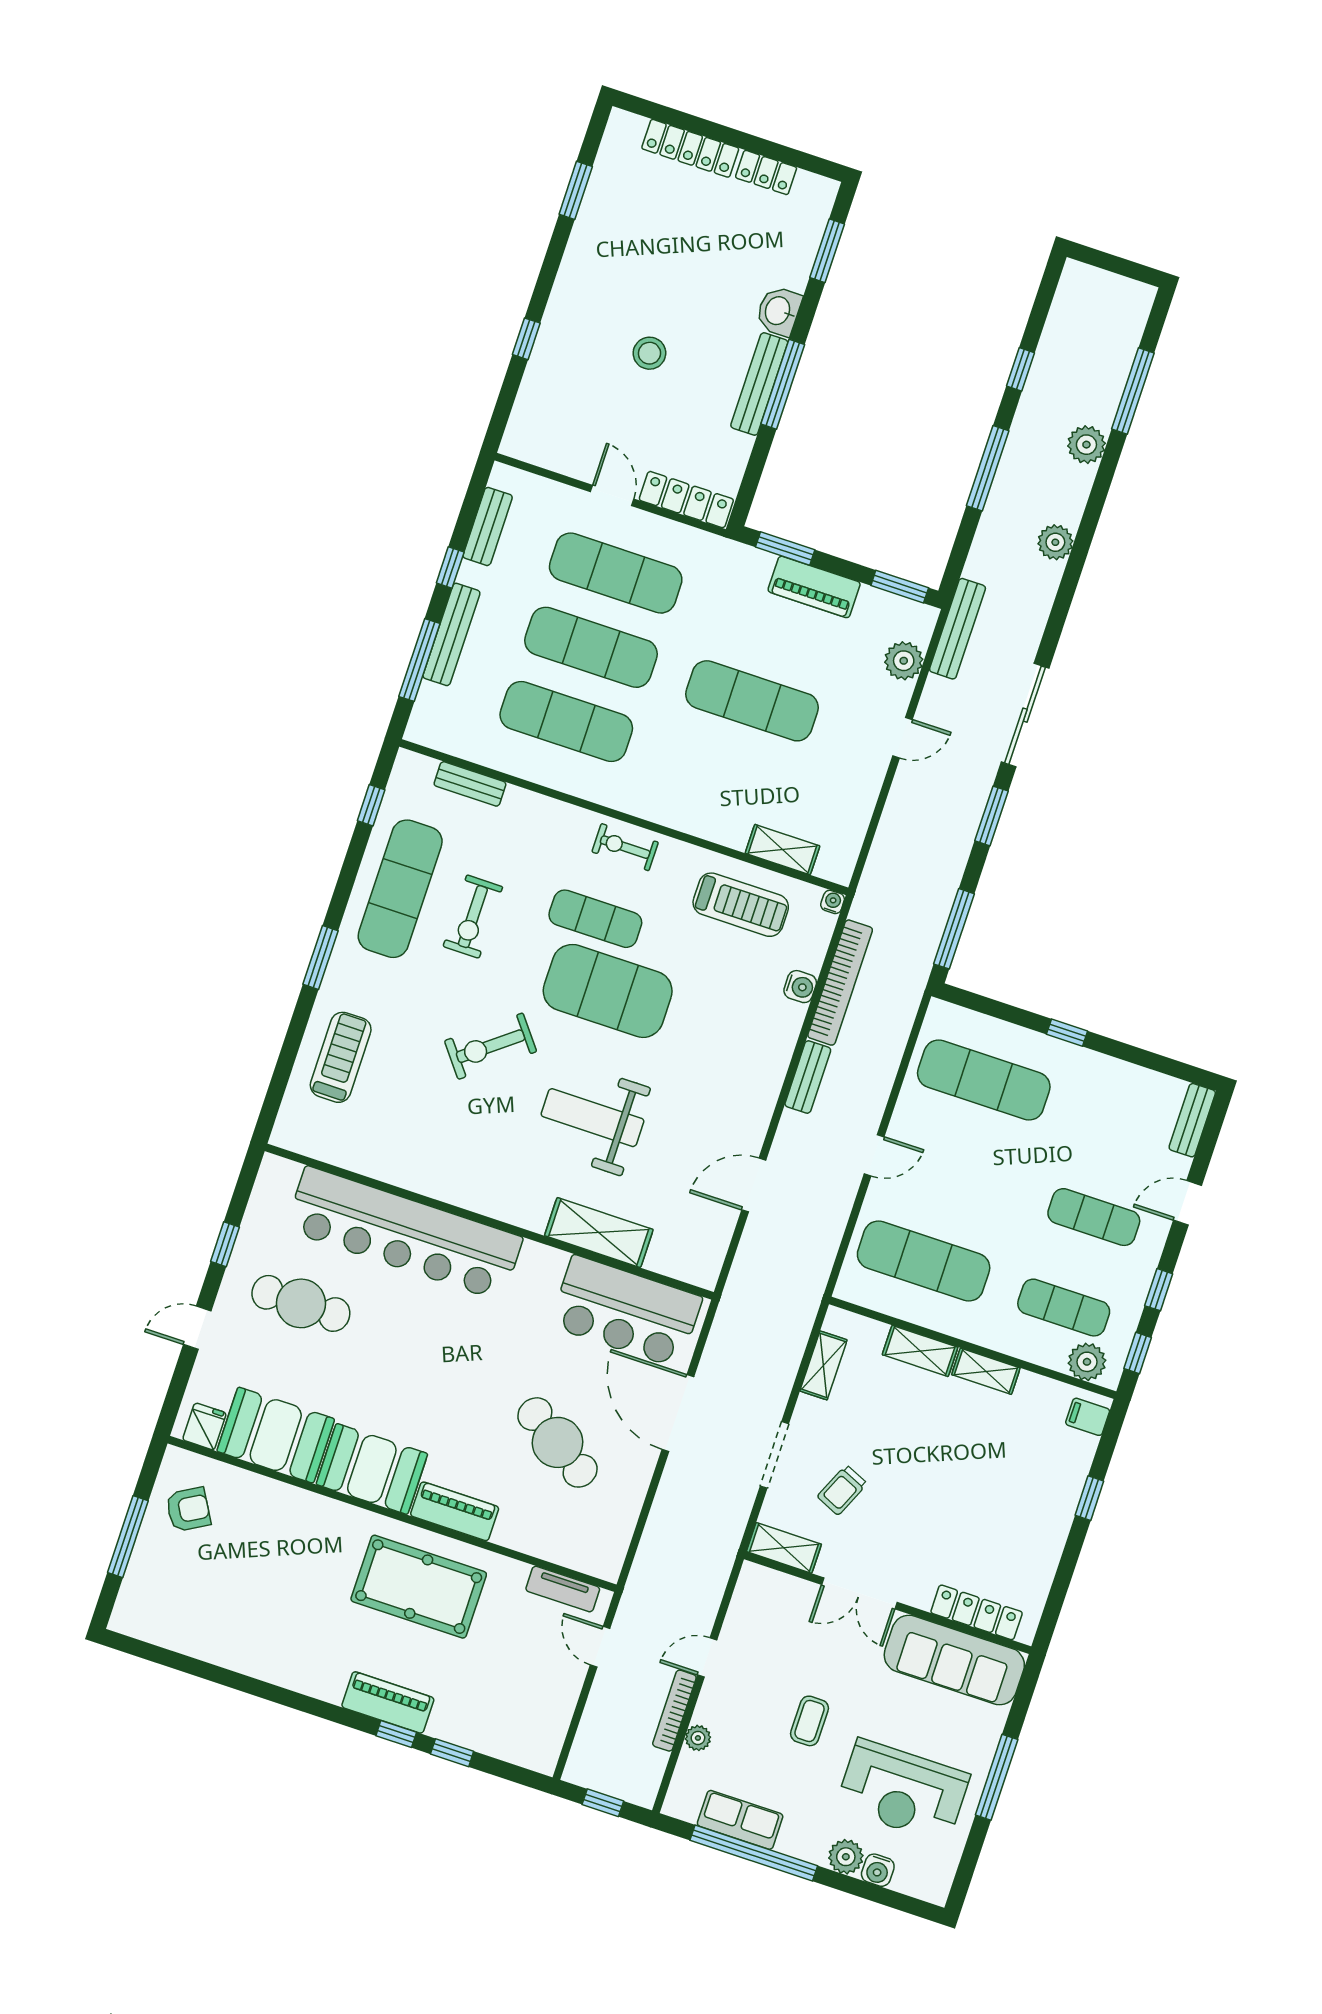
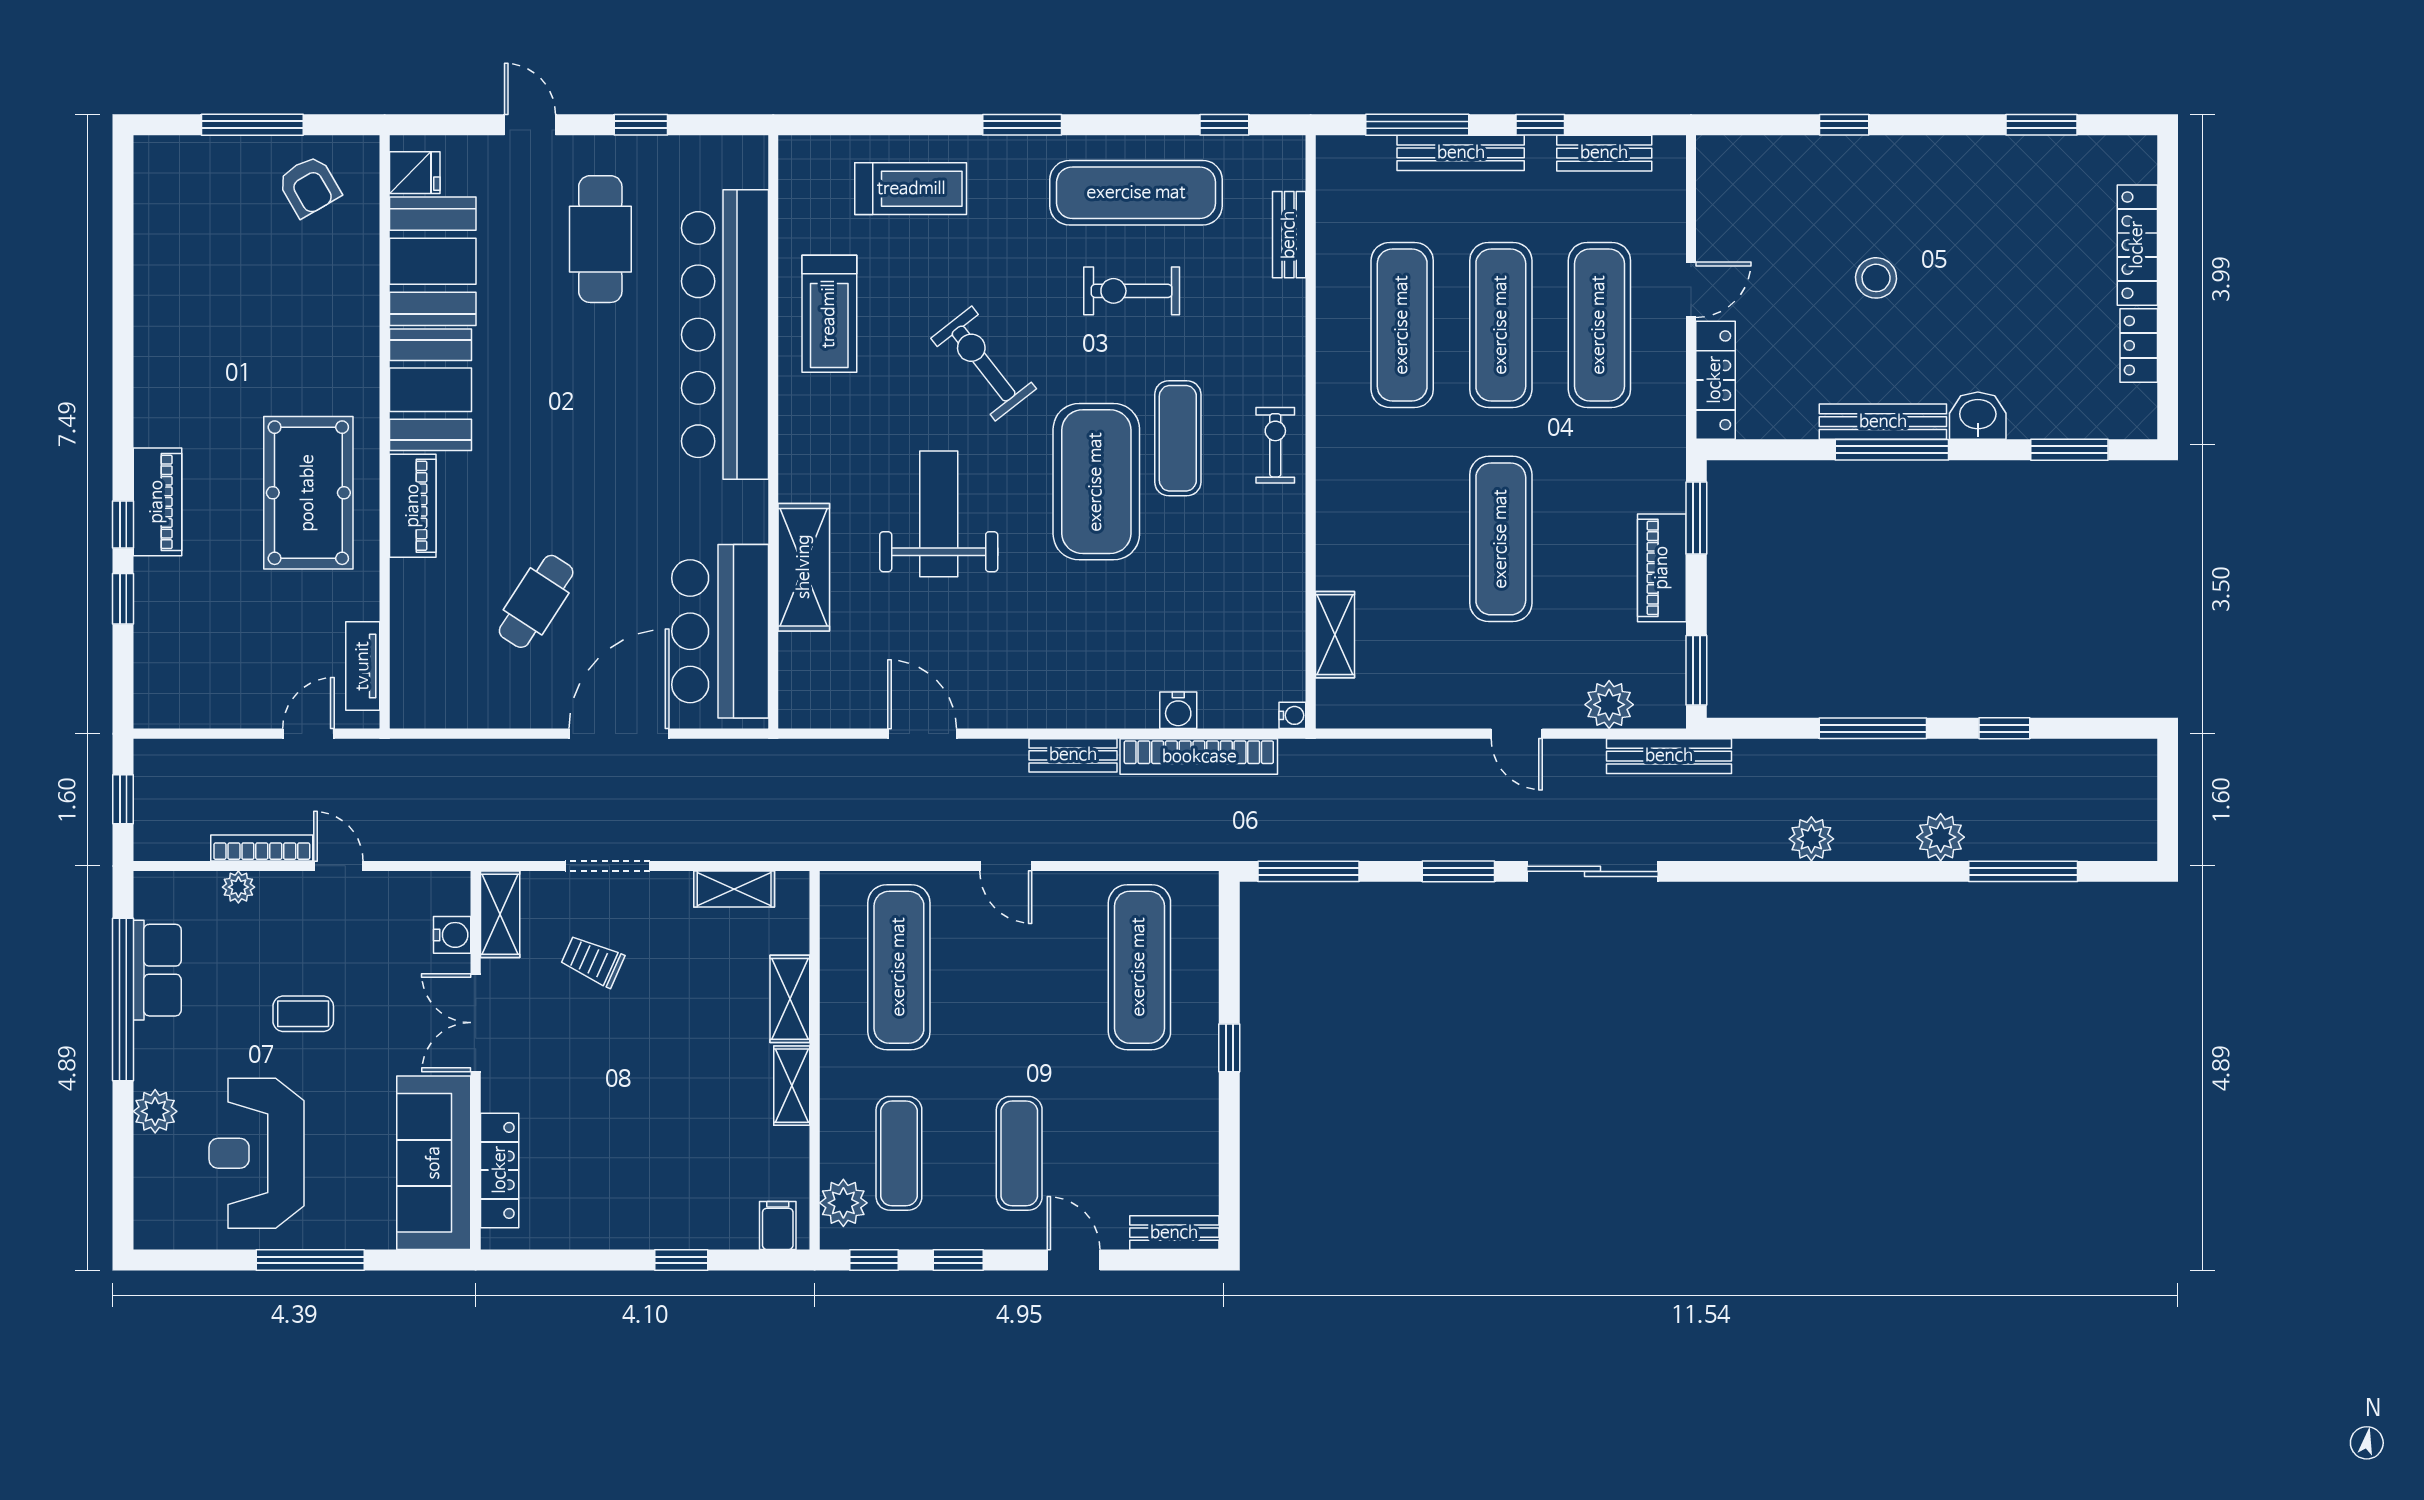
treadmill: (741, 905) -> (829, 314), moved
cafe table: (558, 1442) -> (536, 601), width x0.73, depth x0.74
water cooler: (878, 1870) -> (452, 935), moved, turned 180

